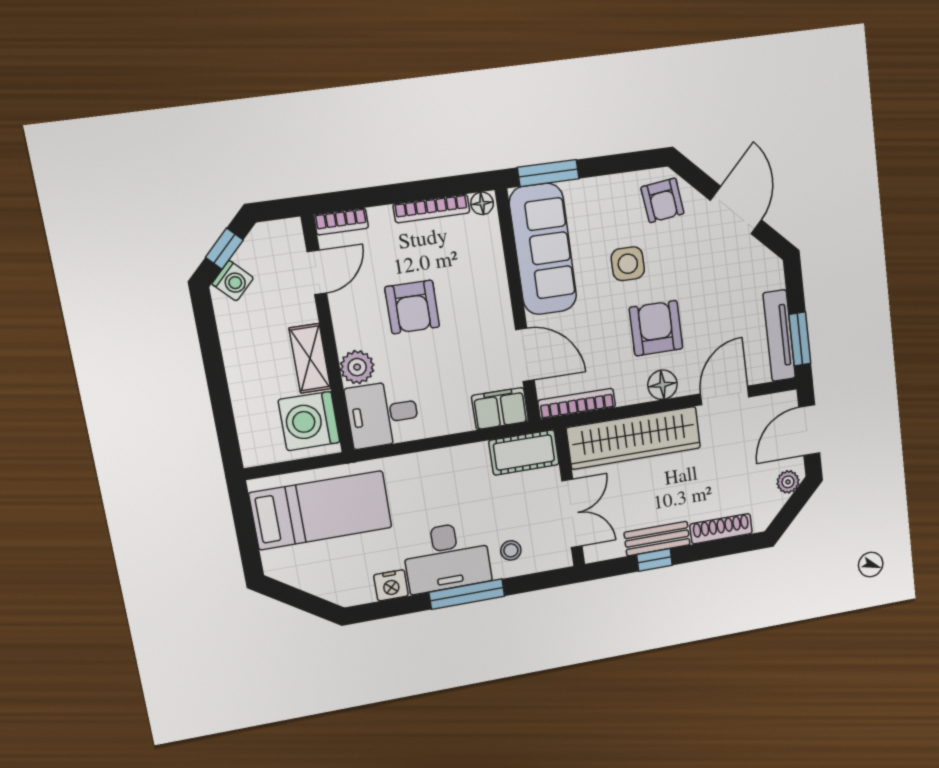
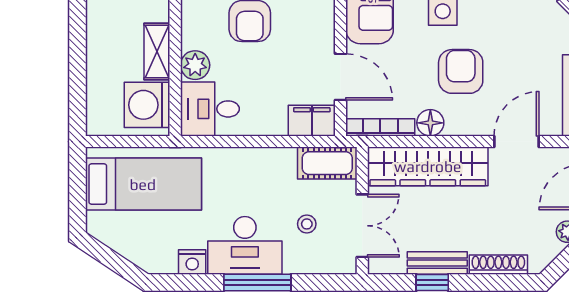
floor lamp: (662, 385) -> (430, 123), moved
stool: (511, 550) -> (307, 224), moved

